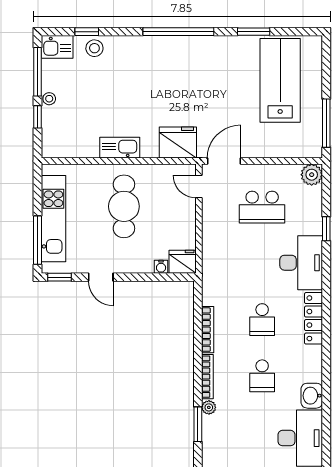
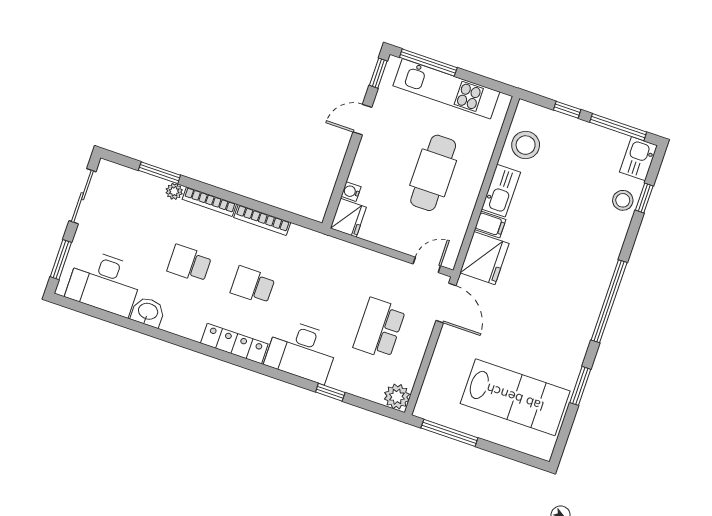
stool: (49, 99) -> (526, 145), moved, width x1.89, depth x1.89
filing cabinet: (150, 147) -> (490, 224), added
cafe table: (124, 206) -> (433, 173), turned 90

